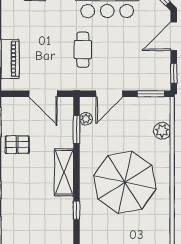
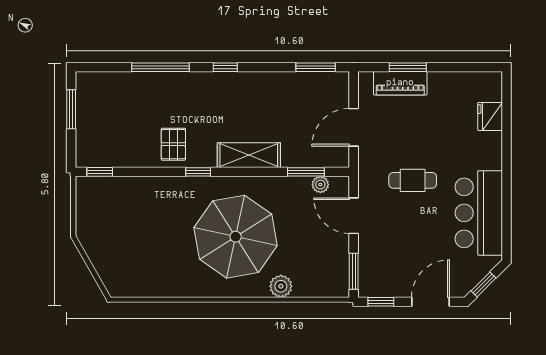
door: (174, 36) -> (430, 302), hinge flipped
plant: (162, 131) -> (281, 286), moved
pallet: (17, 145) -> (173, 144), moved

